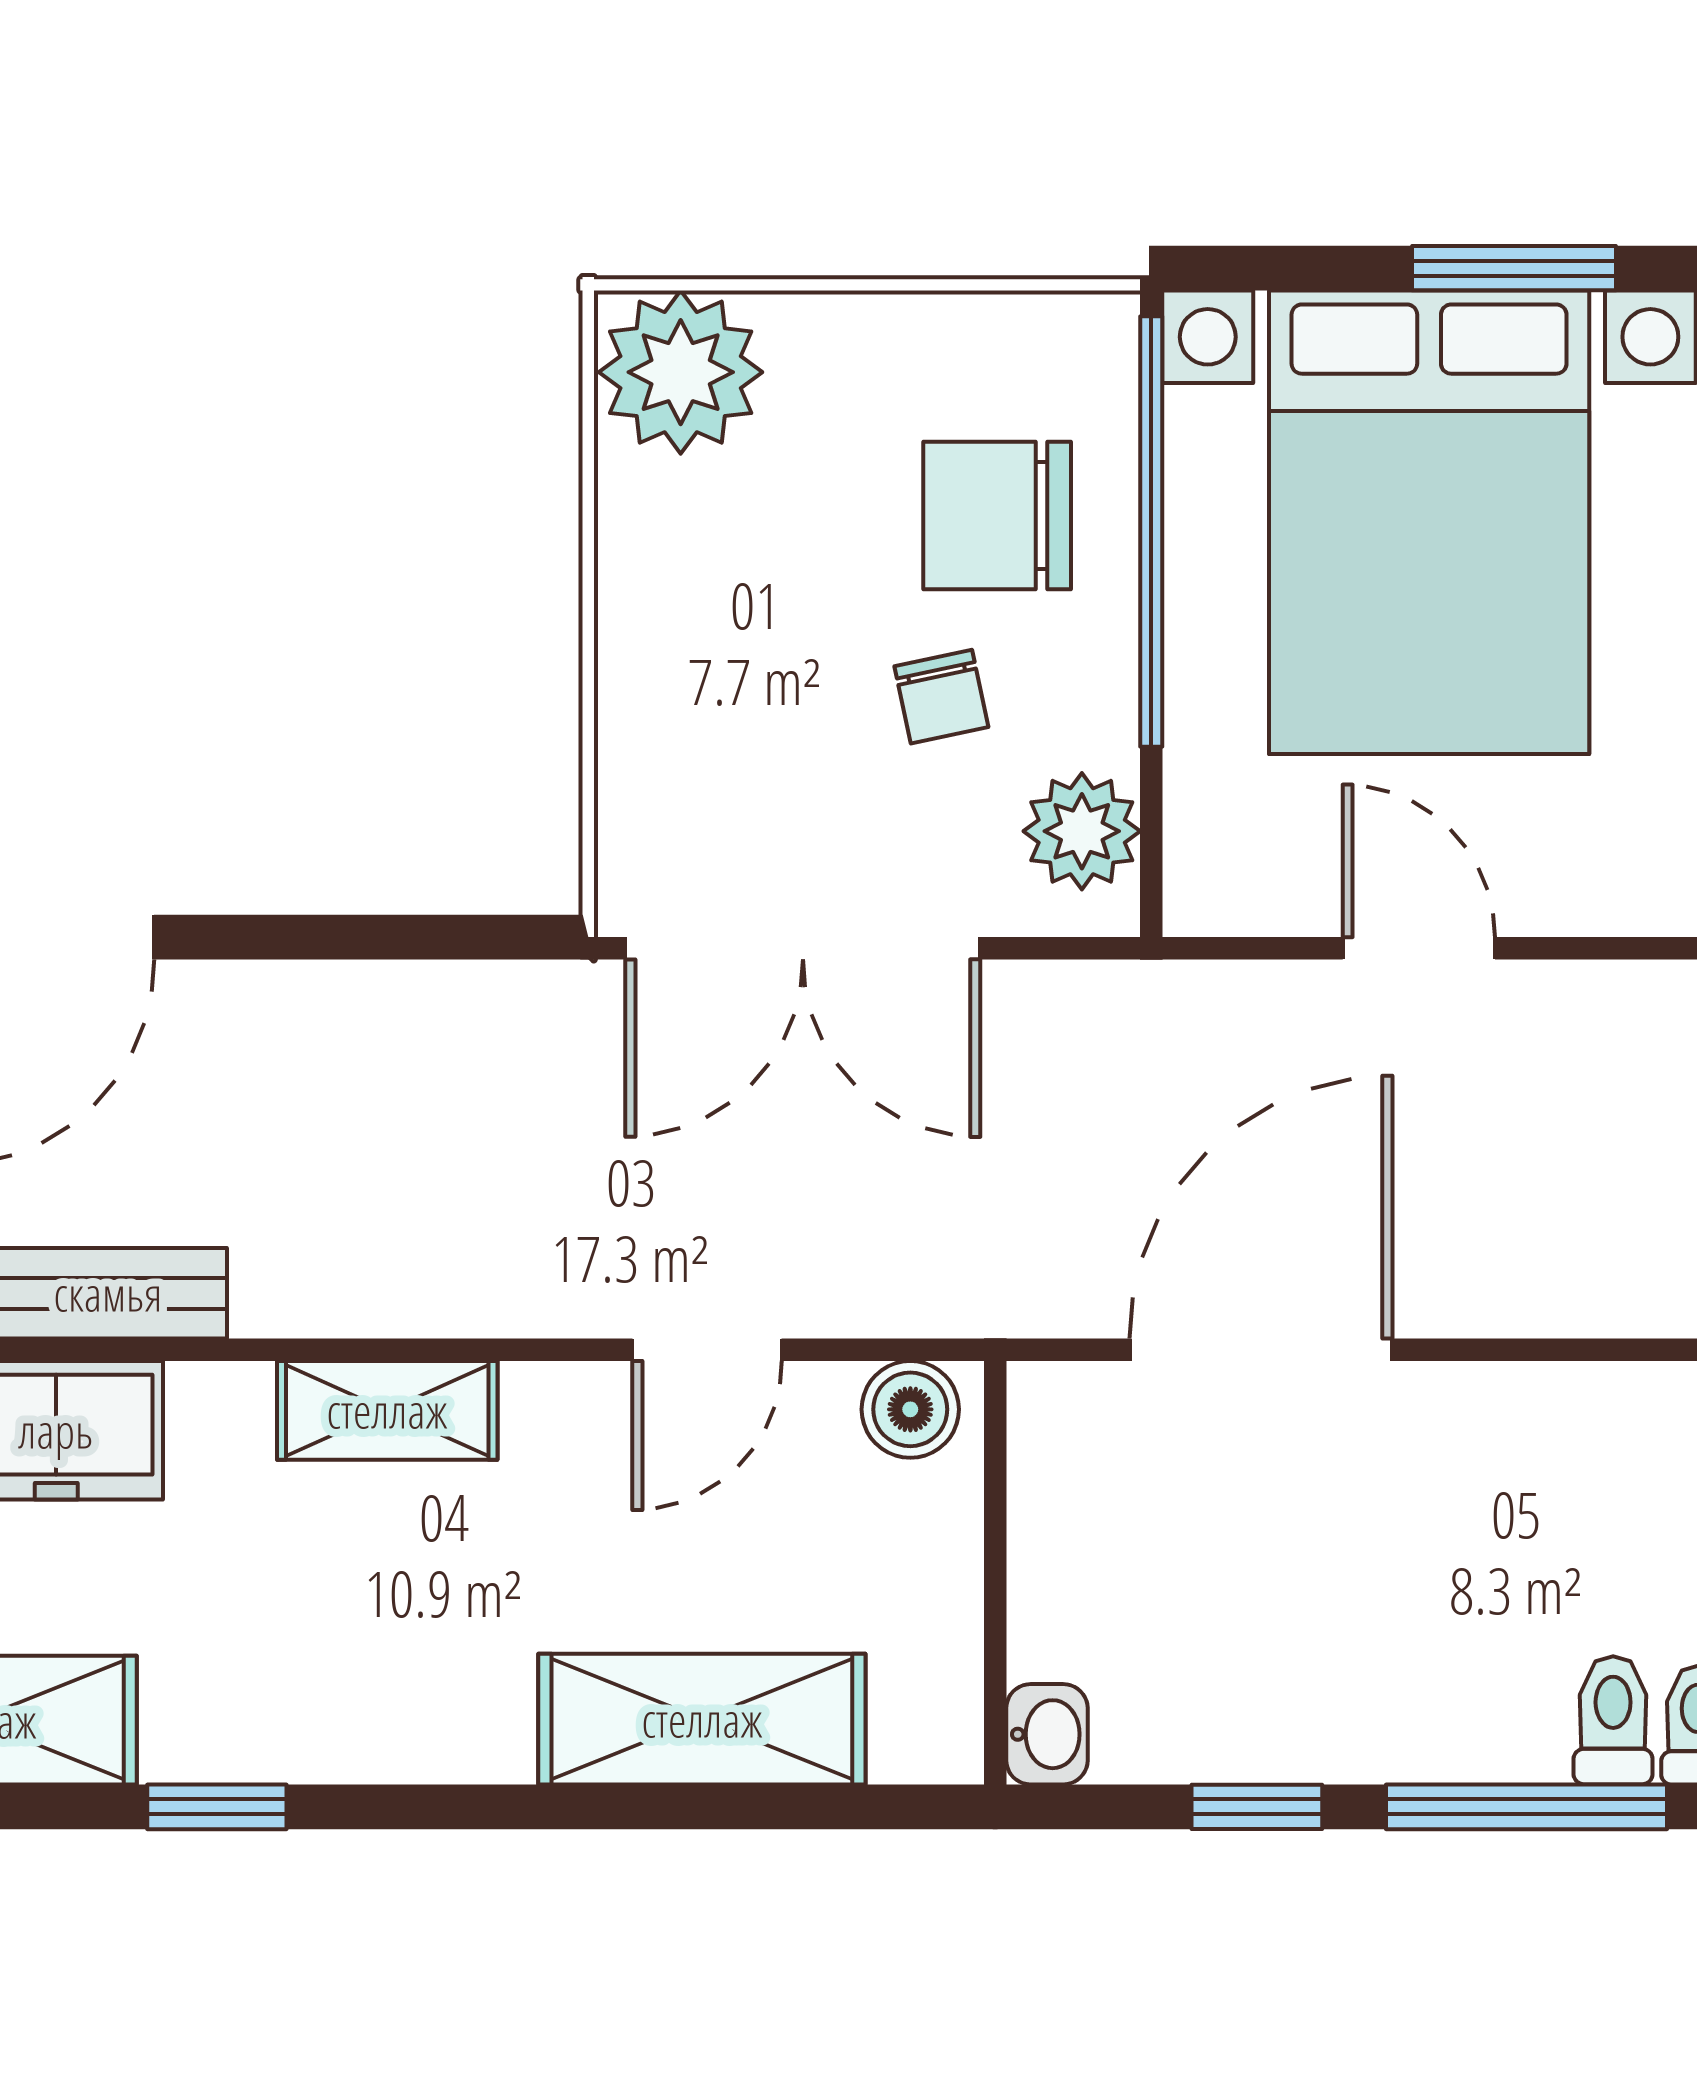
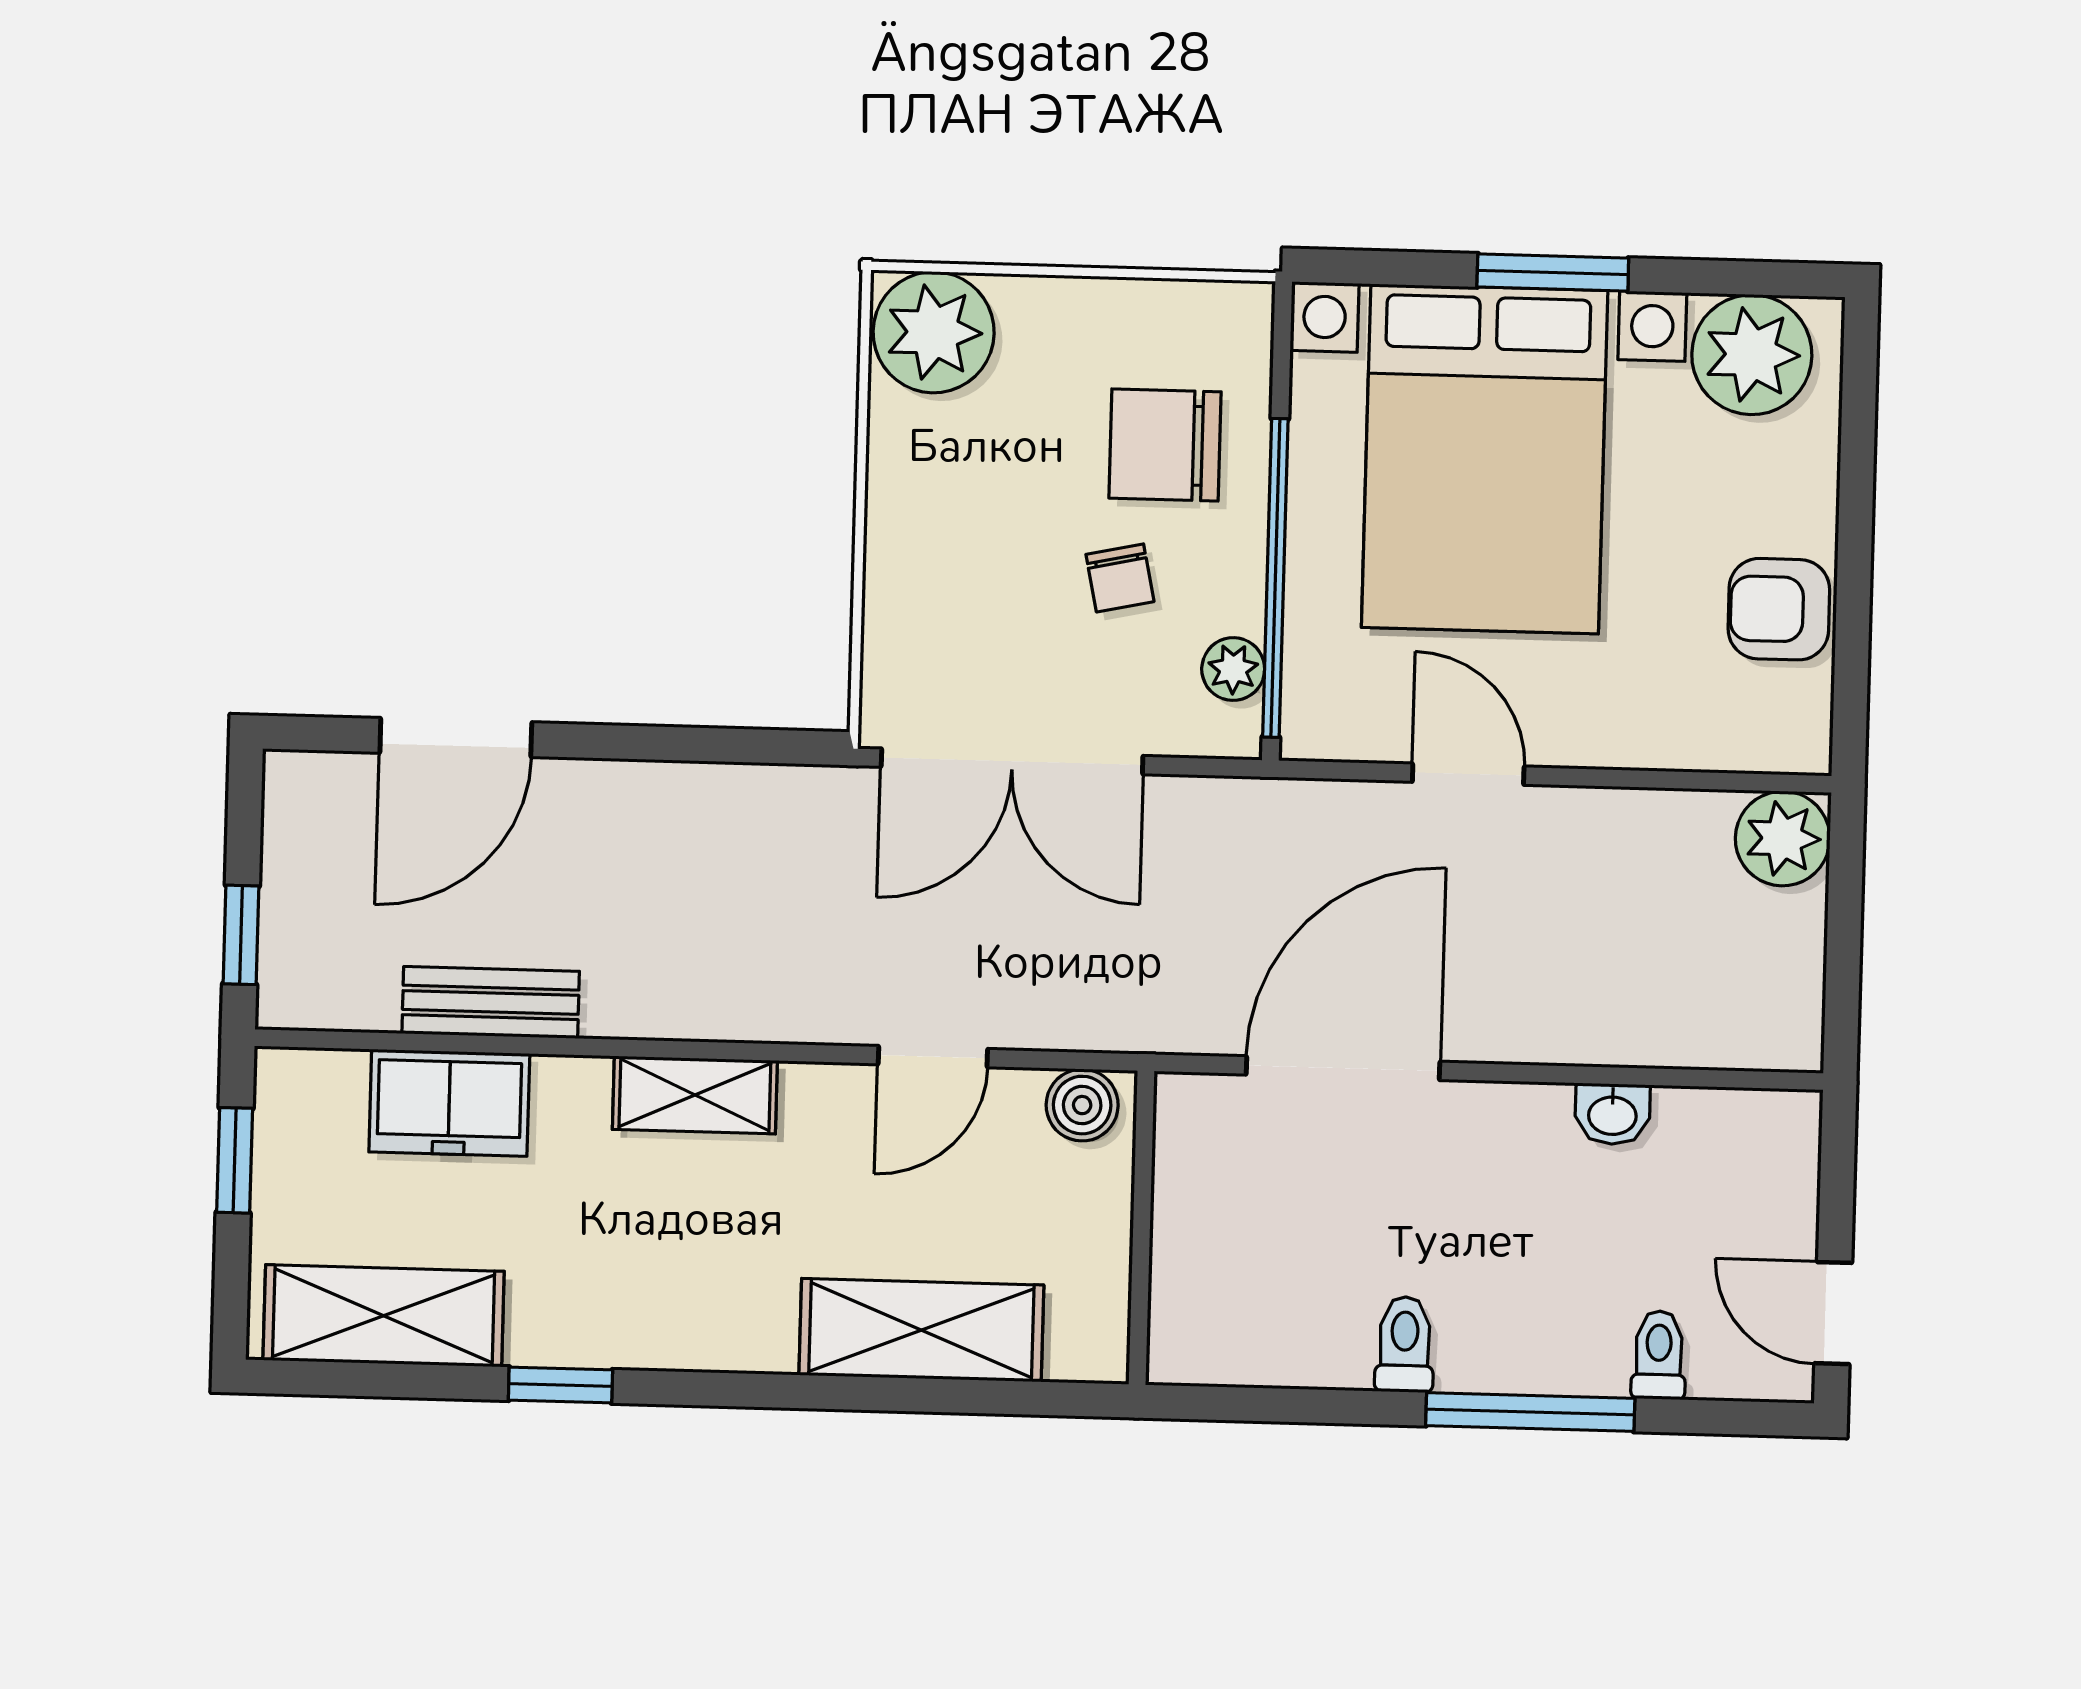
window: (1151, 532) -> (1275, 578), moved
plant: (1082, 831) -> (1233, 669), width x0.73, depth x0.73
toilet: (1613, 1720) -> (1405, 1344), moved
washbasin: (1047, 1734) -> (1612, 1114), moved, turned 90
window: (1257, 1807) -> (1330, 1406), removed

